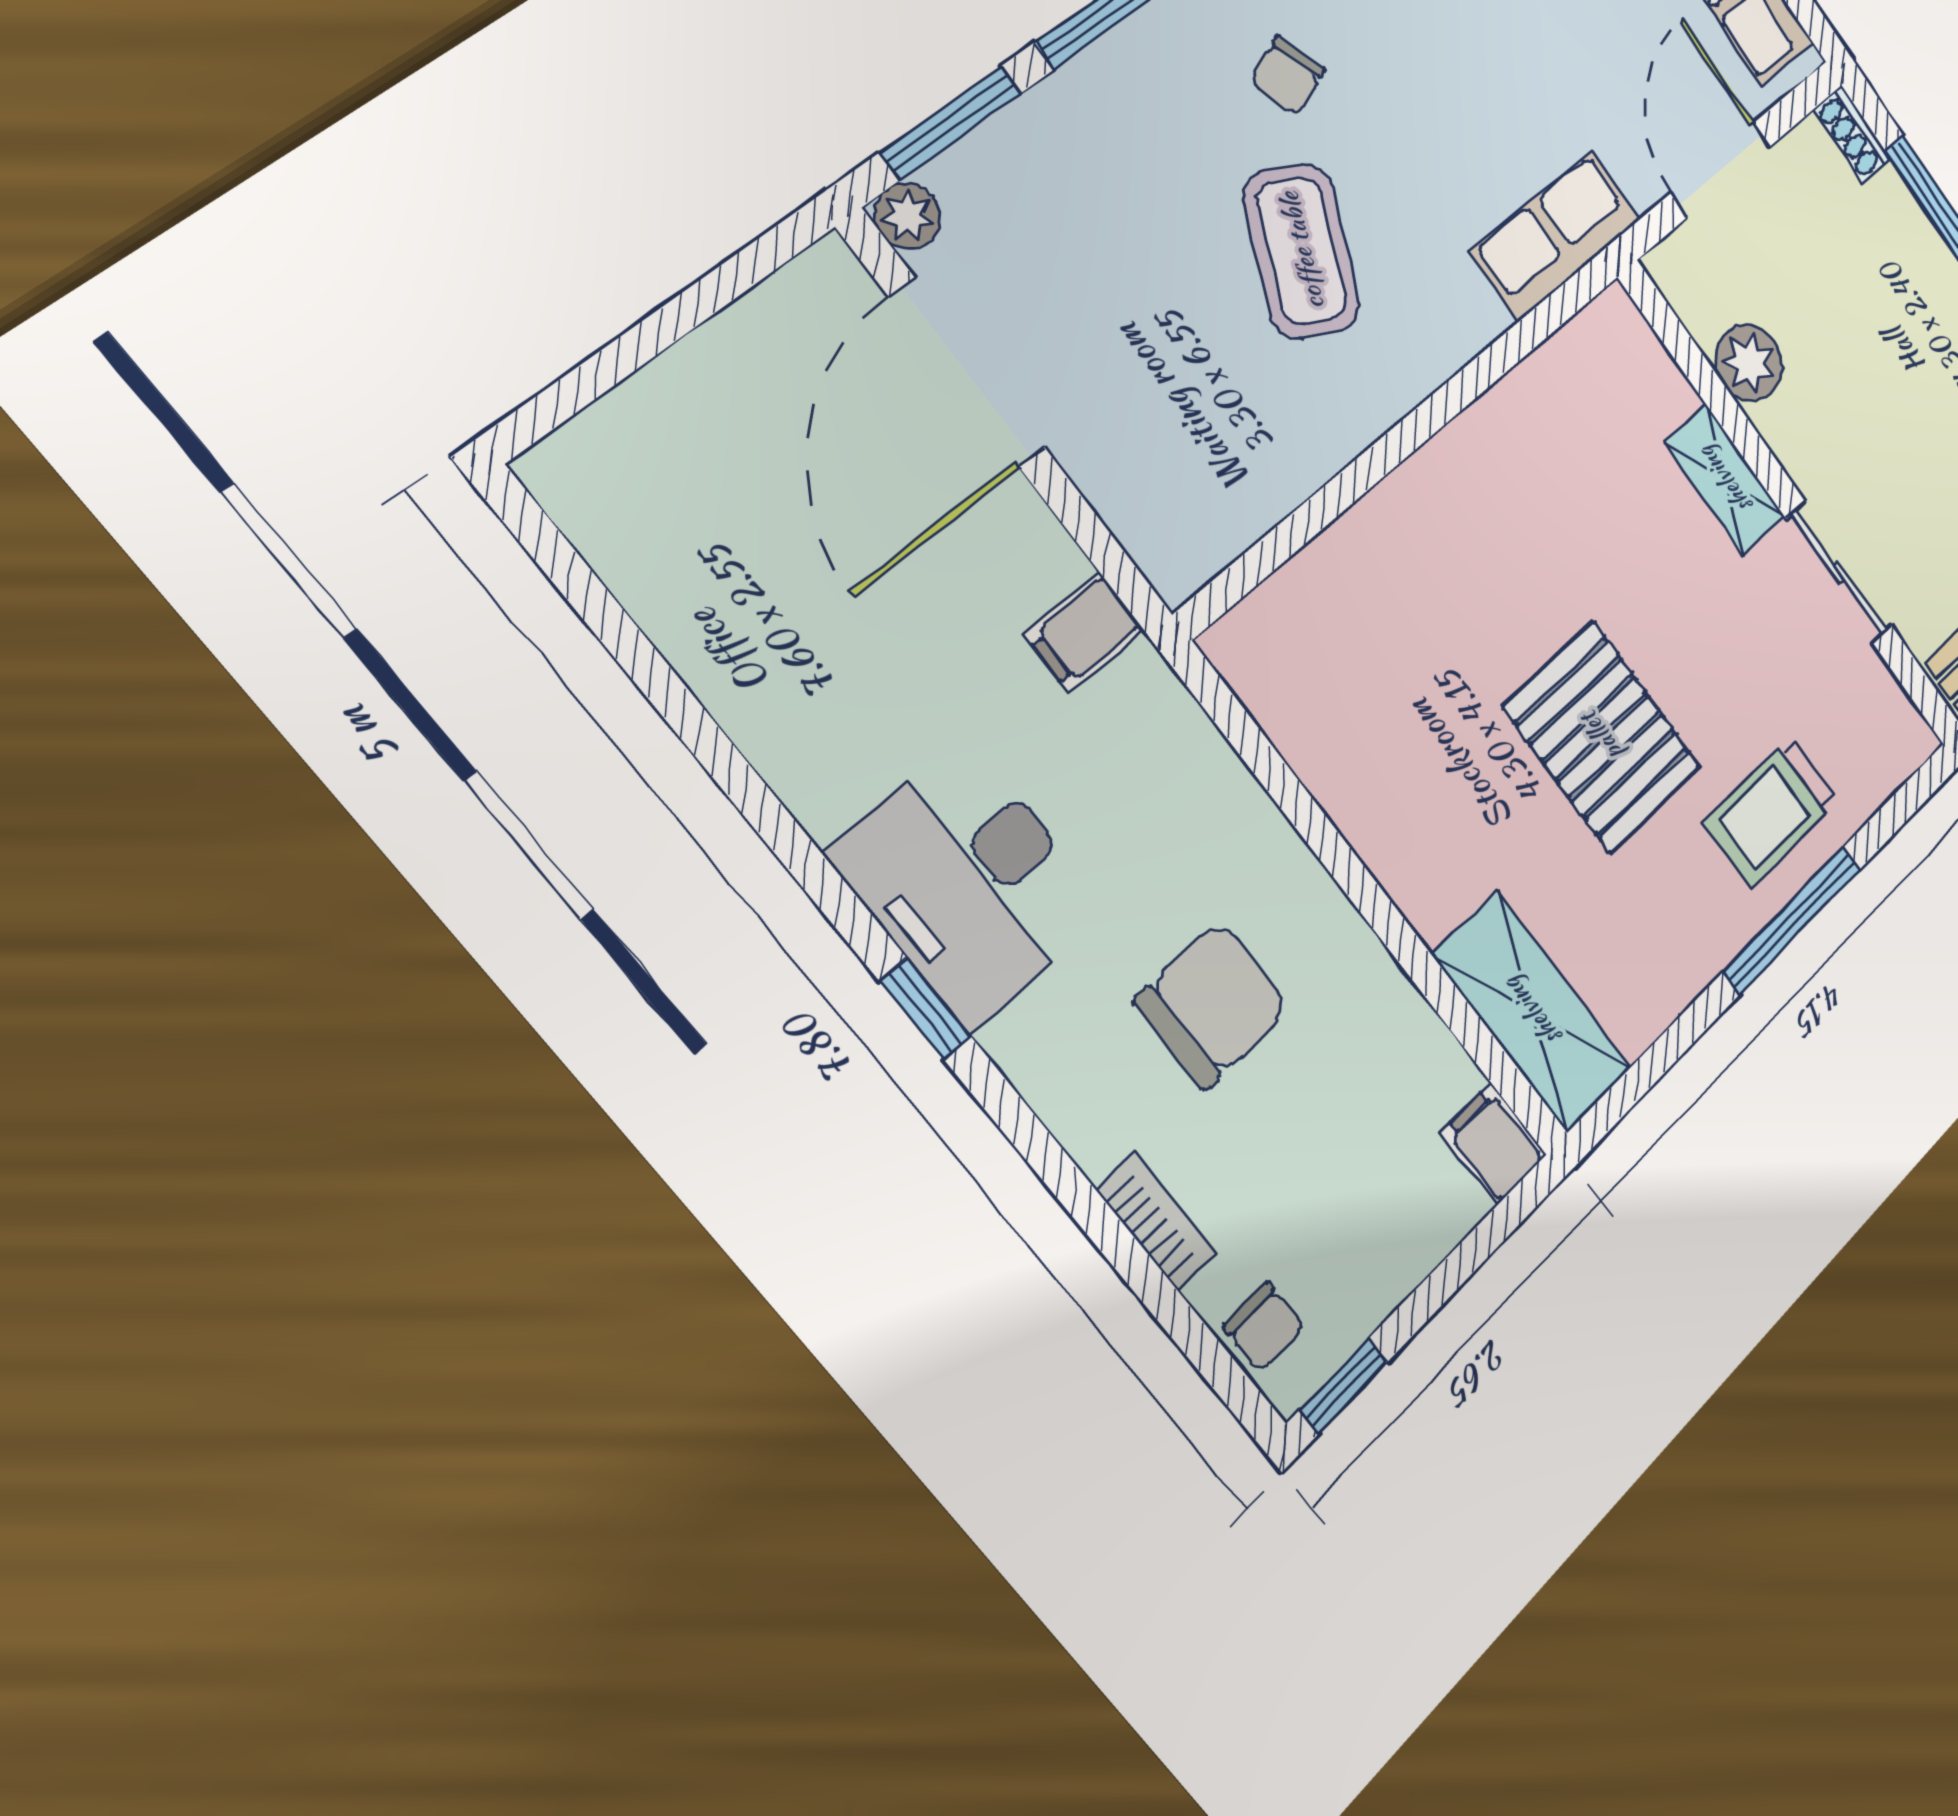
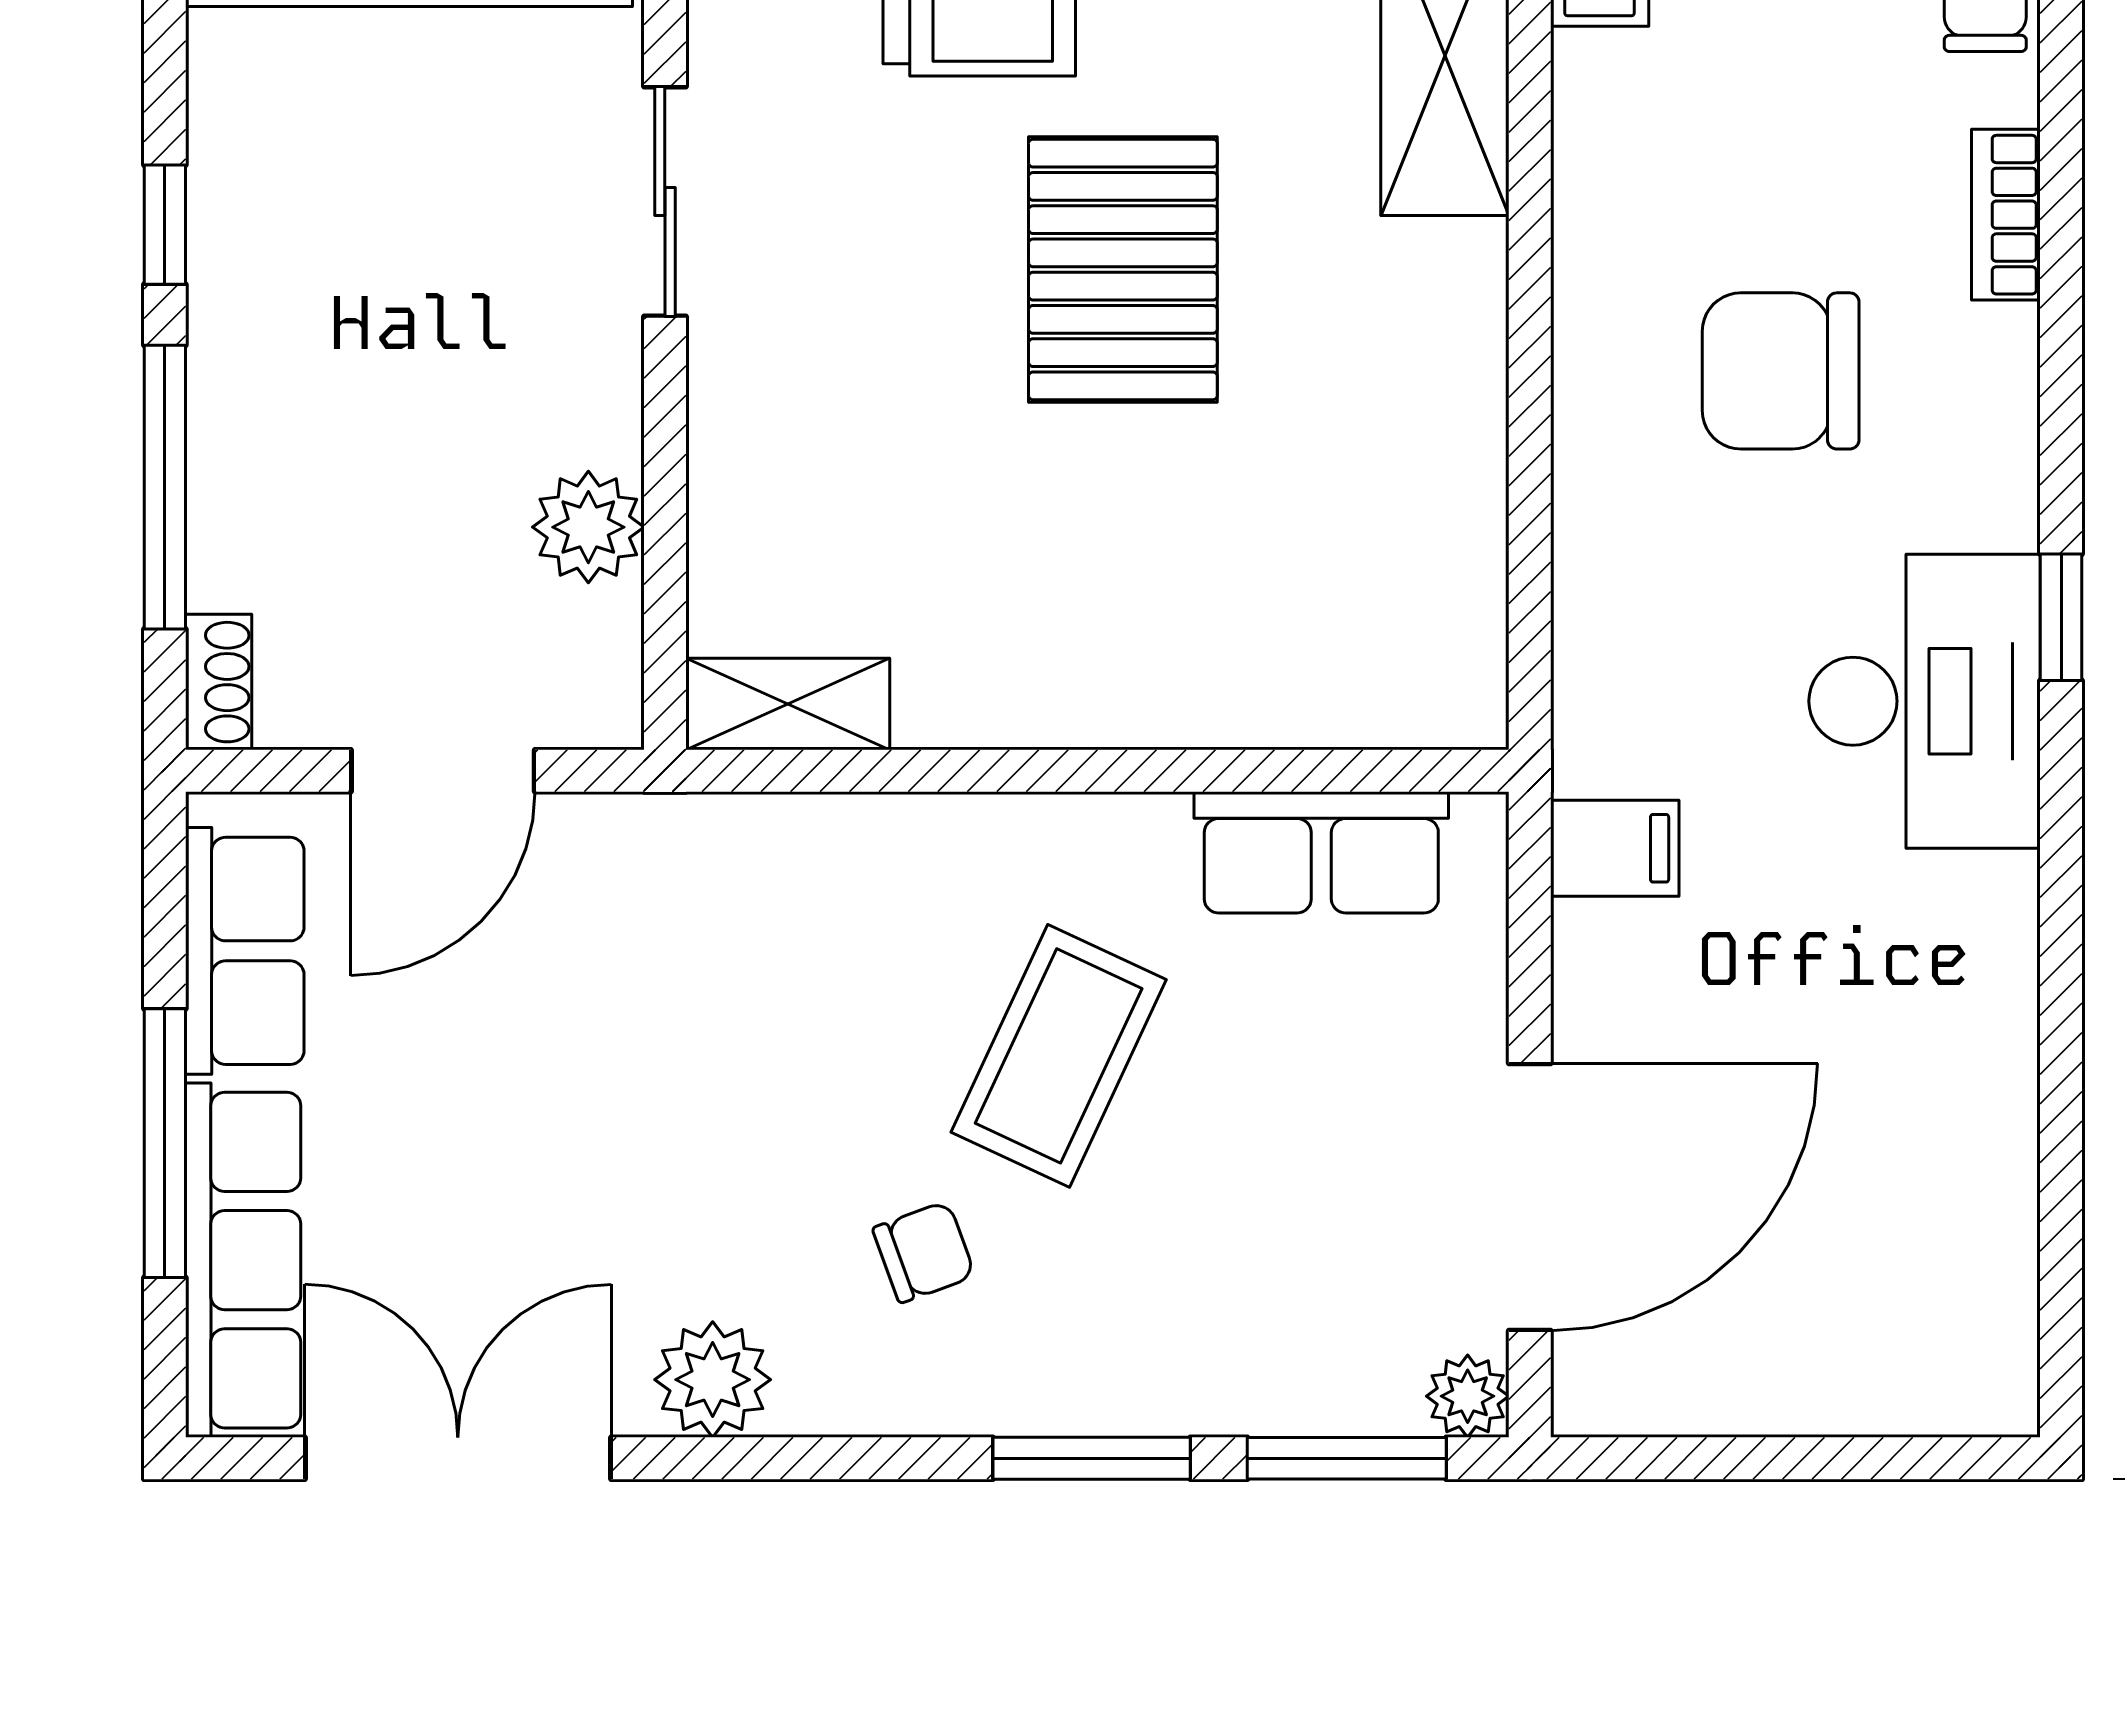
row of seats: (1556, 235) -> (1321, 852), moved
shelving: (1725, 480) -> (788, 704), moved, turned 90

